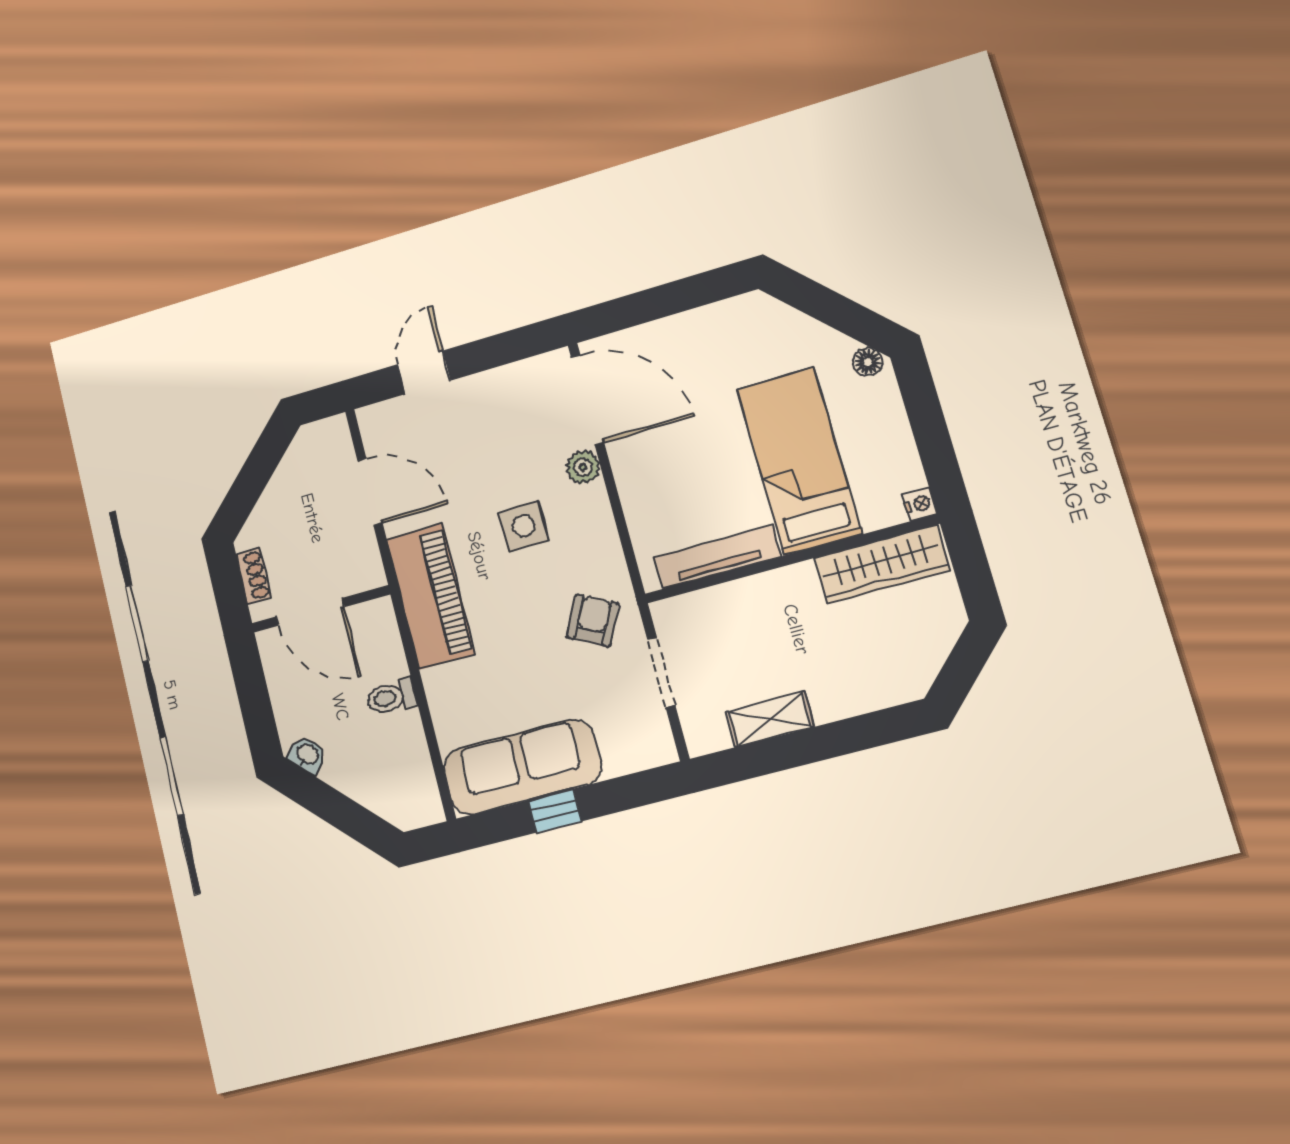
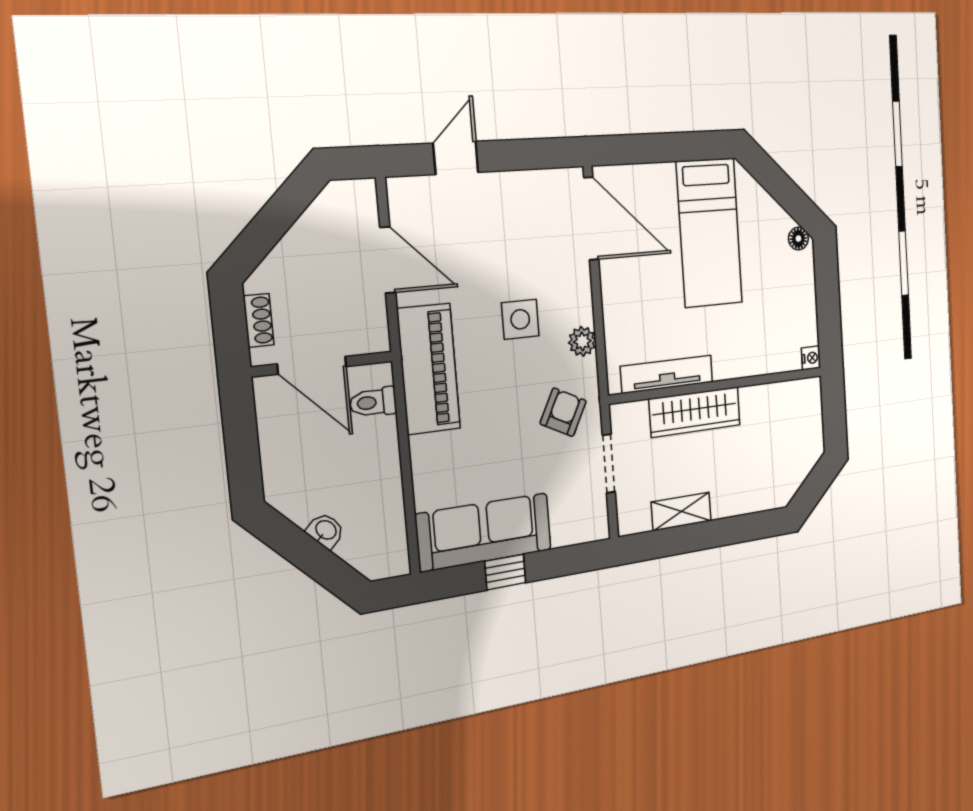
bed: (799, 461) -> (709, 233), moved, turned 180
plant: (583, 467) -> (582, 341), moved
wardrobe: (882, 564) -> (695, 412), moved
toilet: (391, 697) -> (373, 402), moved
washbasin: (307, 755) -> (326, 531), moved

